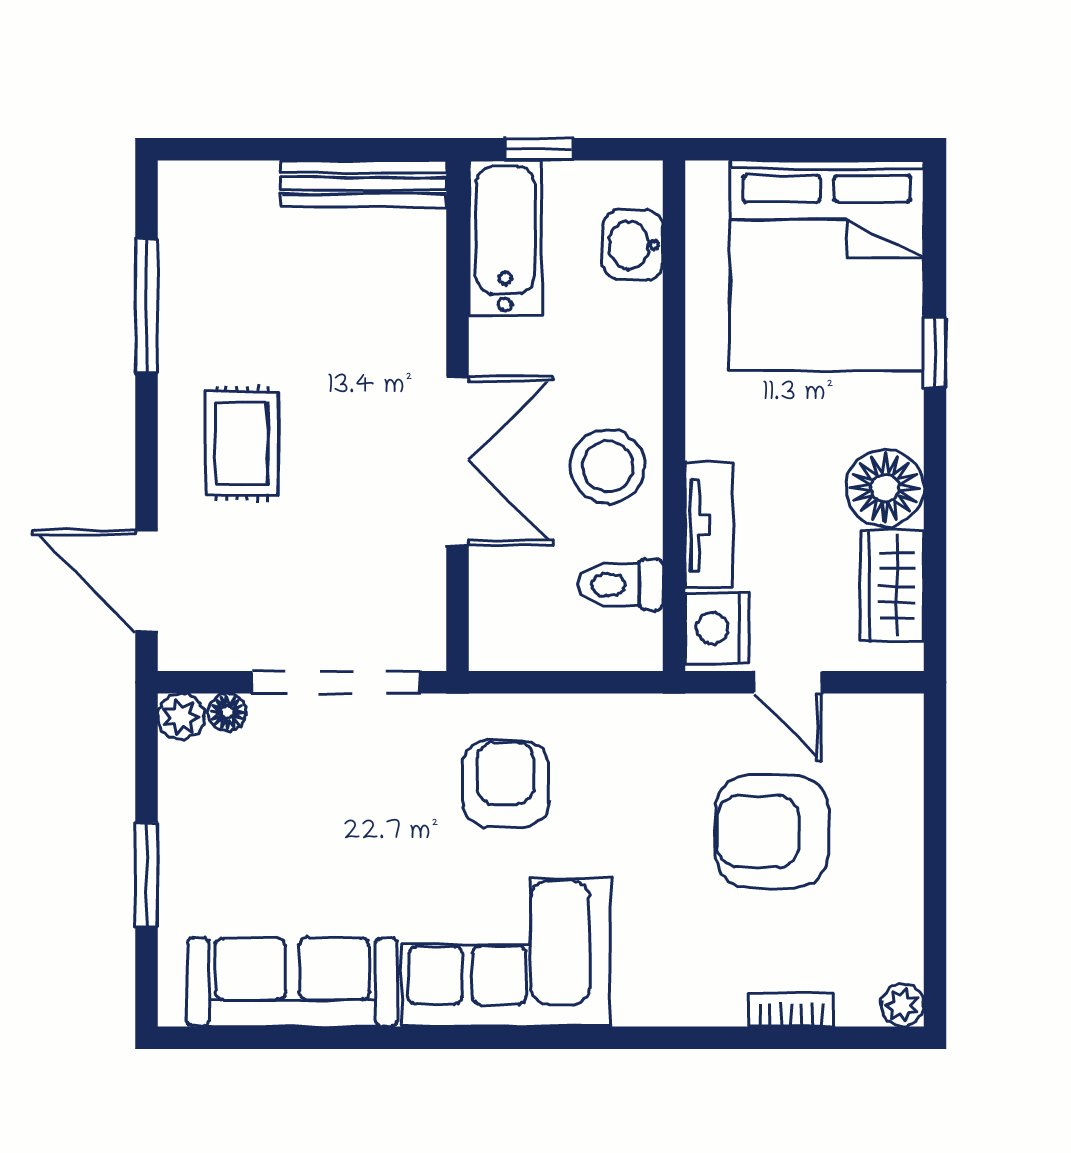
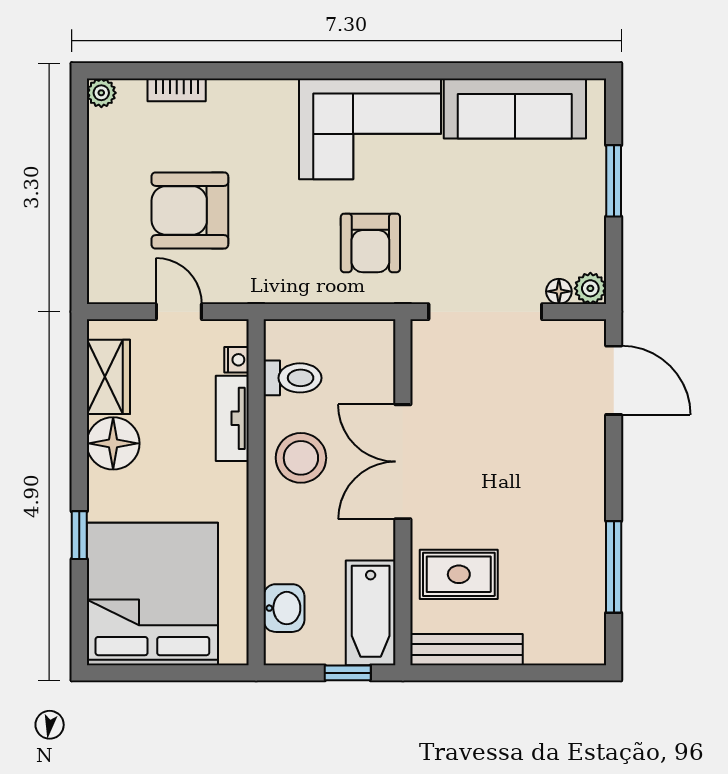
rug: (242, 443) -> (459, 574), moved, turned 90
nightstand: (717, 628) -> (236, 360), width x0.53, depth x0.56
armchair: (772, 832) -> (190, 210), turned 180

